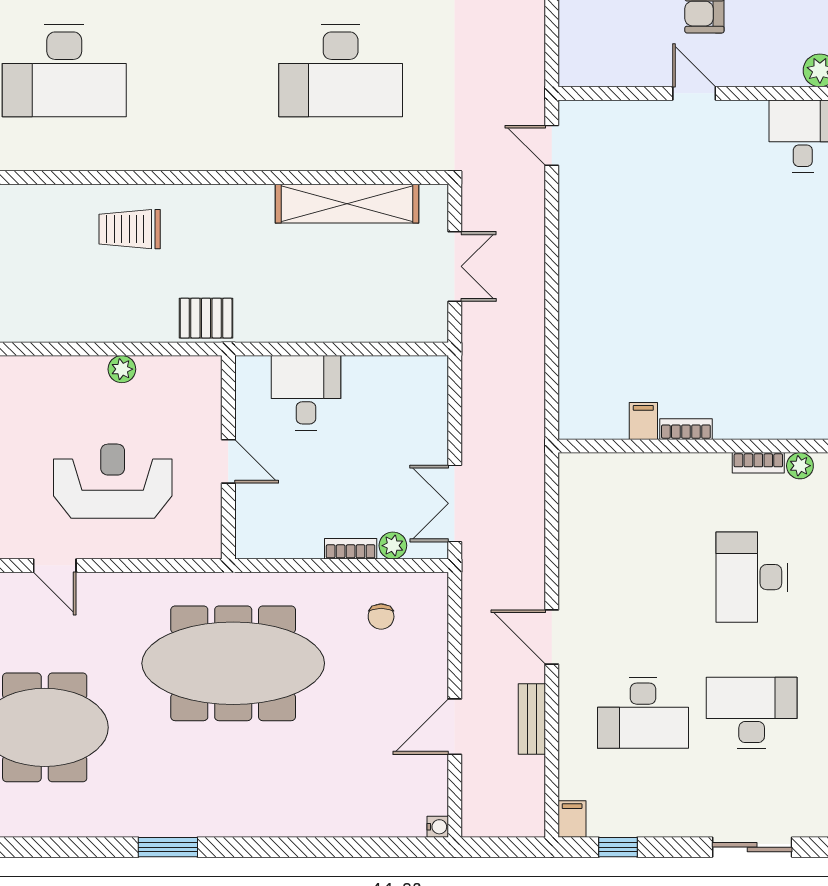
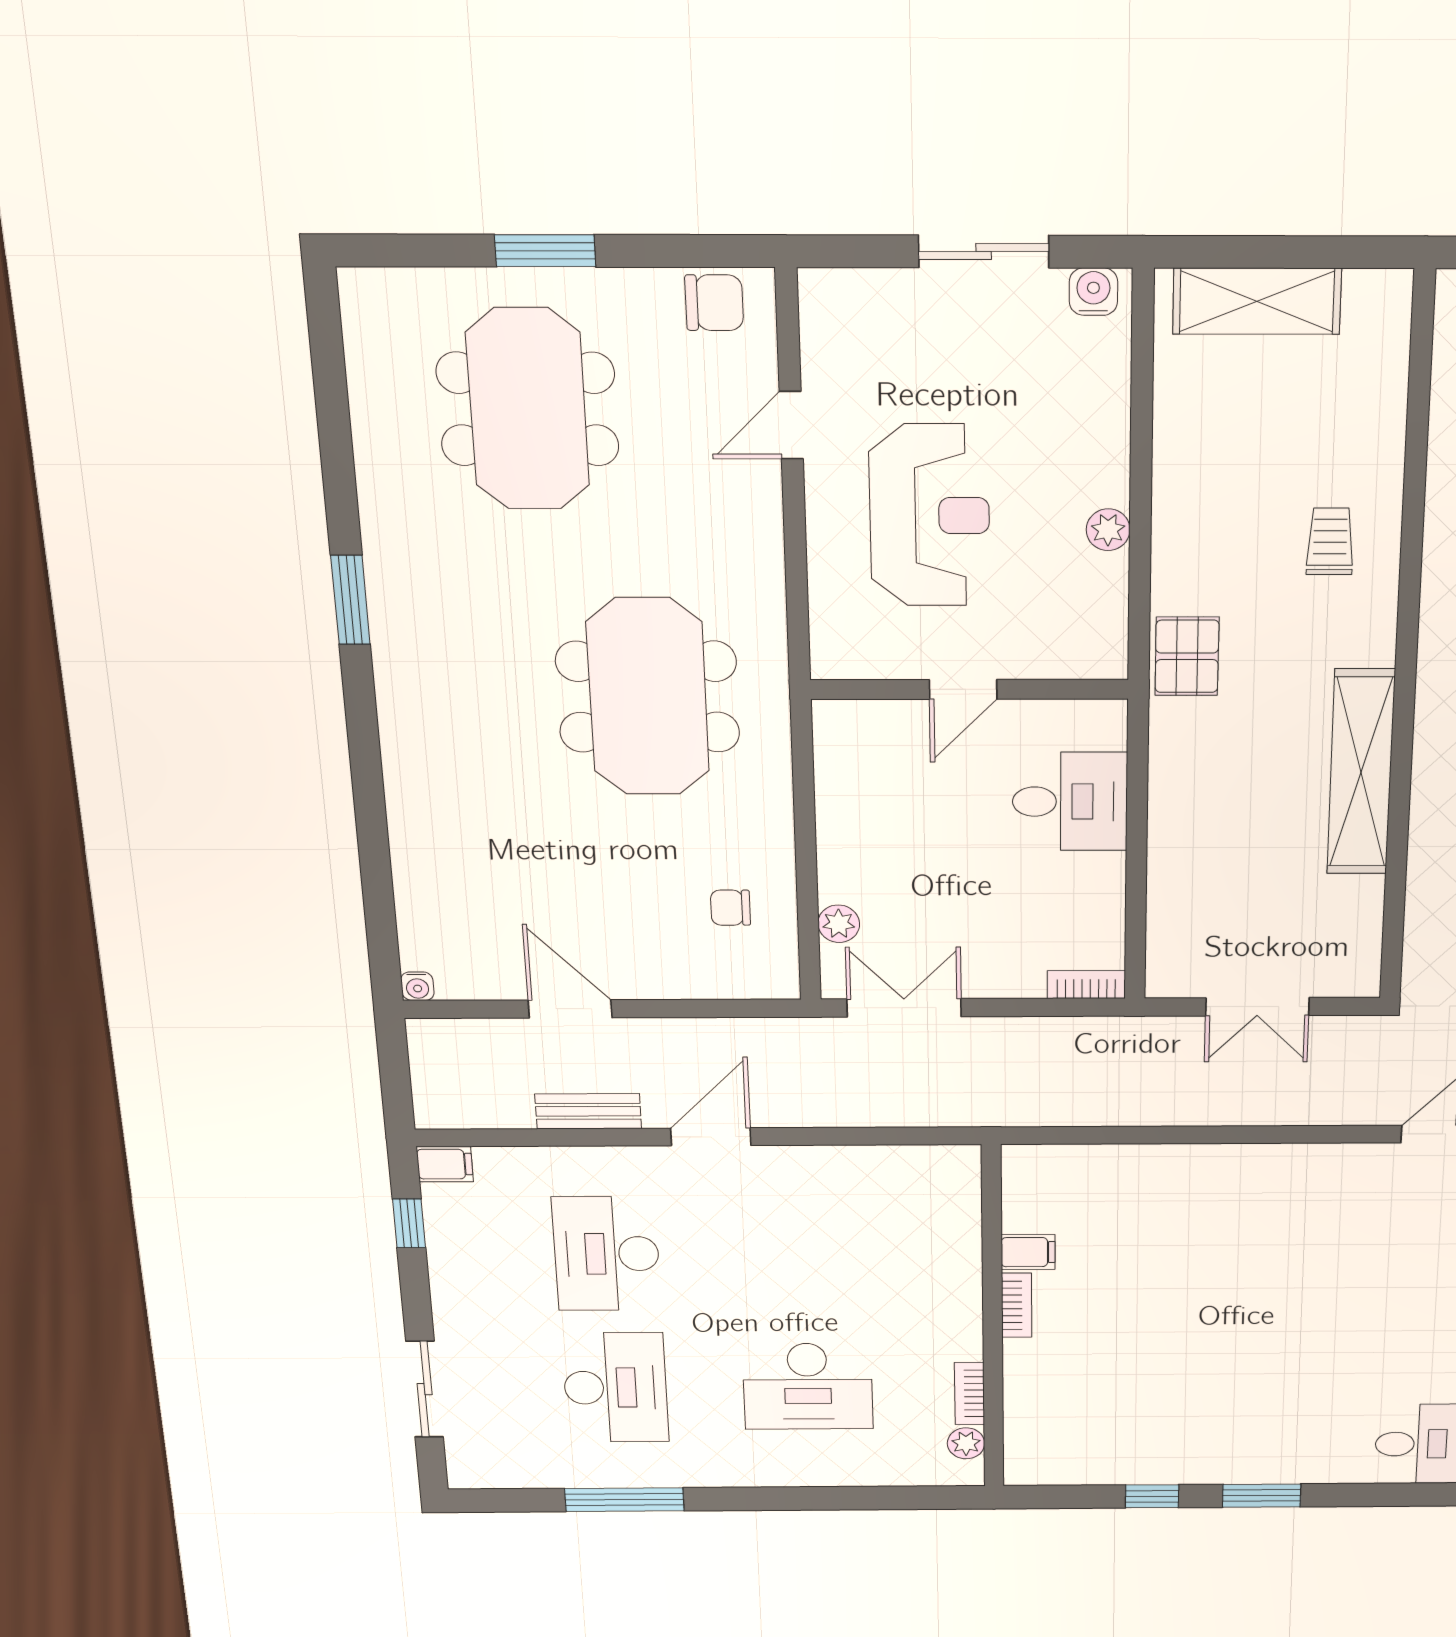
shelving: (347, 204) -> (1361, 772), moved
trolley: (130, 229) -> (1330, 541), width x0.73, depth x0.72
bookcase: (351, 549) -> (1086, 985), moved, turned -90
desk: (752, 577) -> (808, 1386), turned 180
meeting table: (233, 663) -> (648, 697), width x0.73

